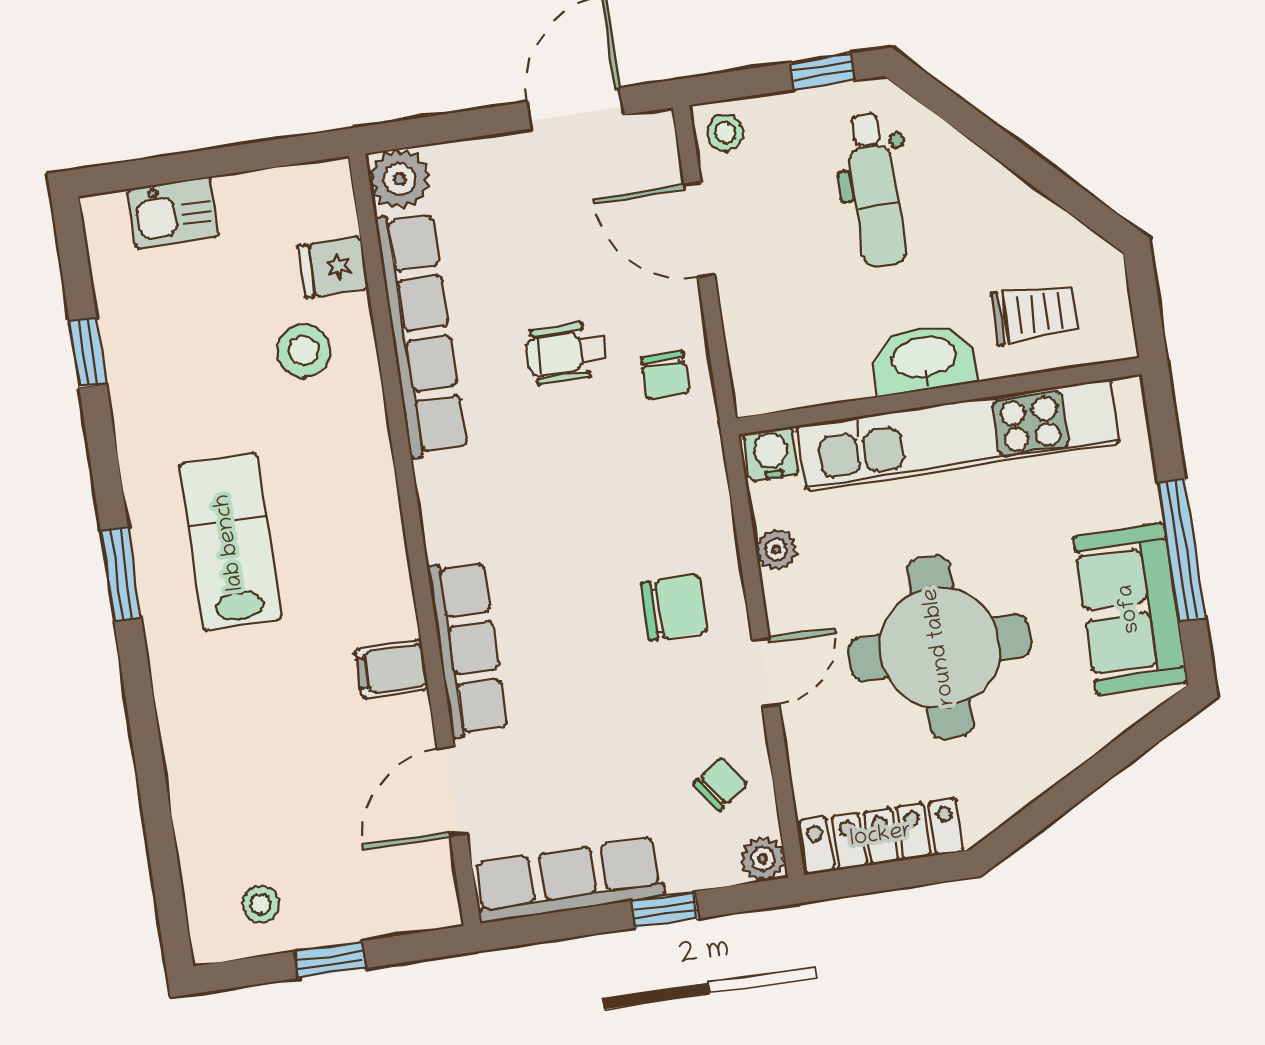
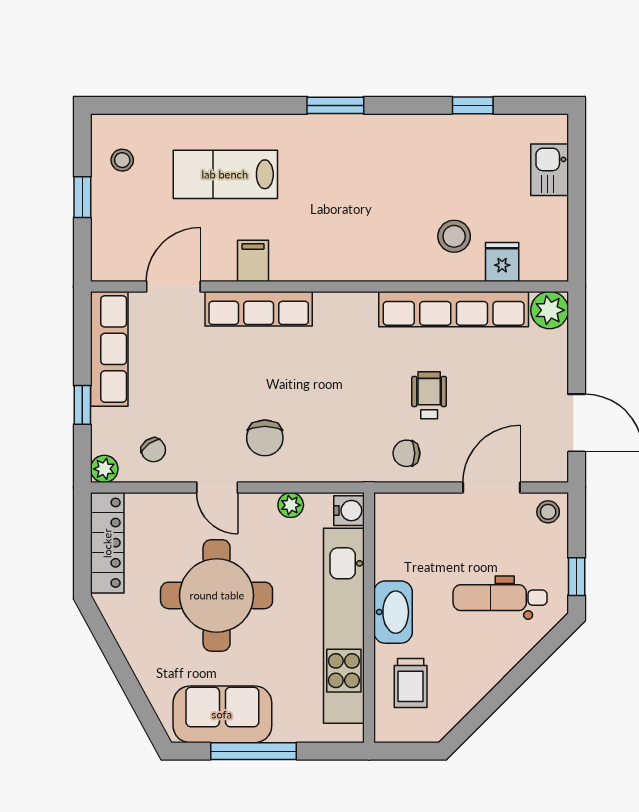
lab bench: (230, 542) -> (225, 174), moved, turned 180
door: (452, 791) -> (173, 286), hinge flipped

